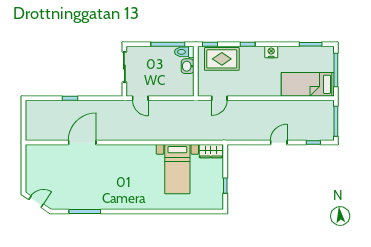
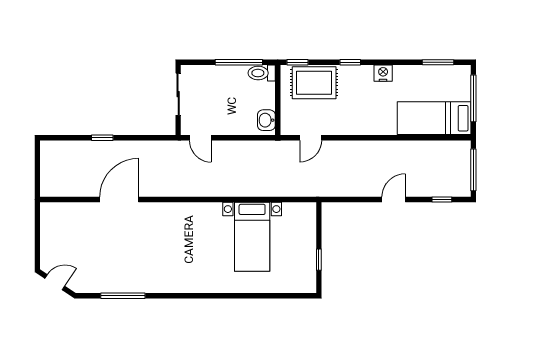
washbasin: (188, 66) -> (266, 120), moved
wardrobe: (211, 151) -> (299, 212), removed

